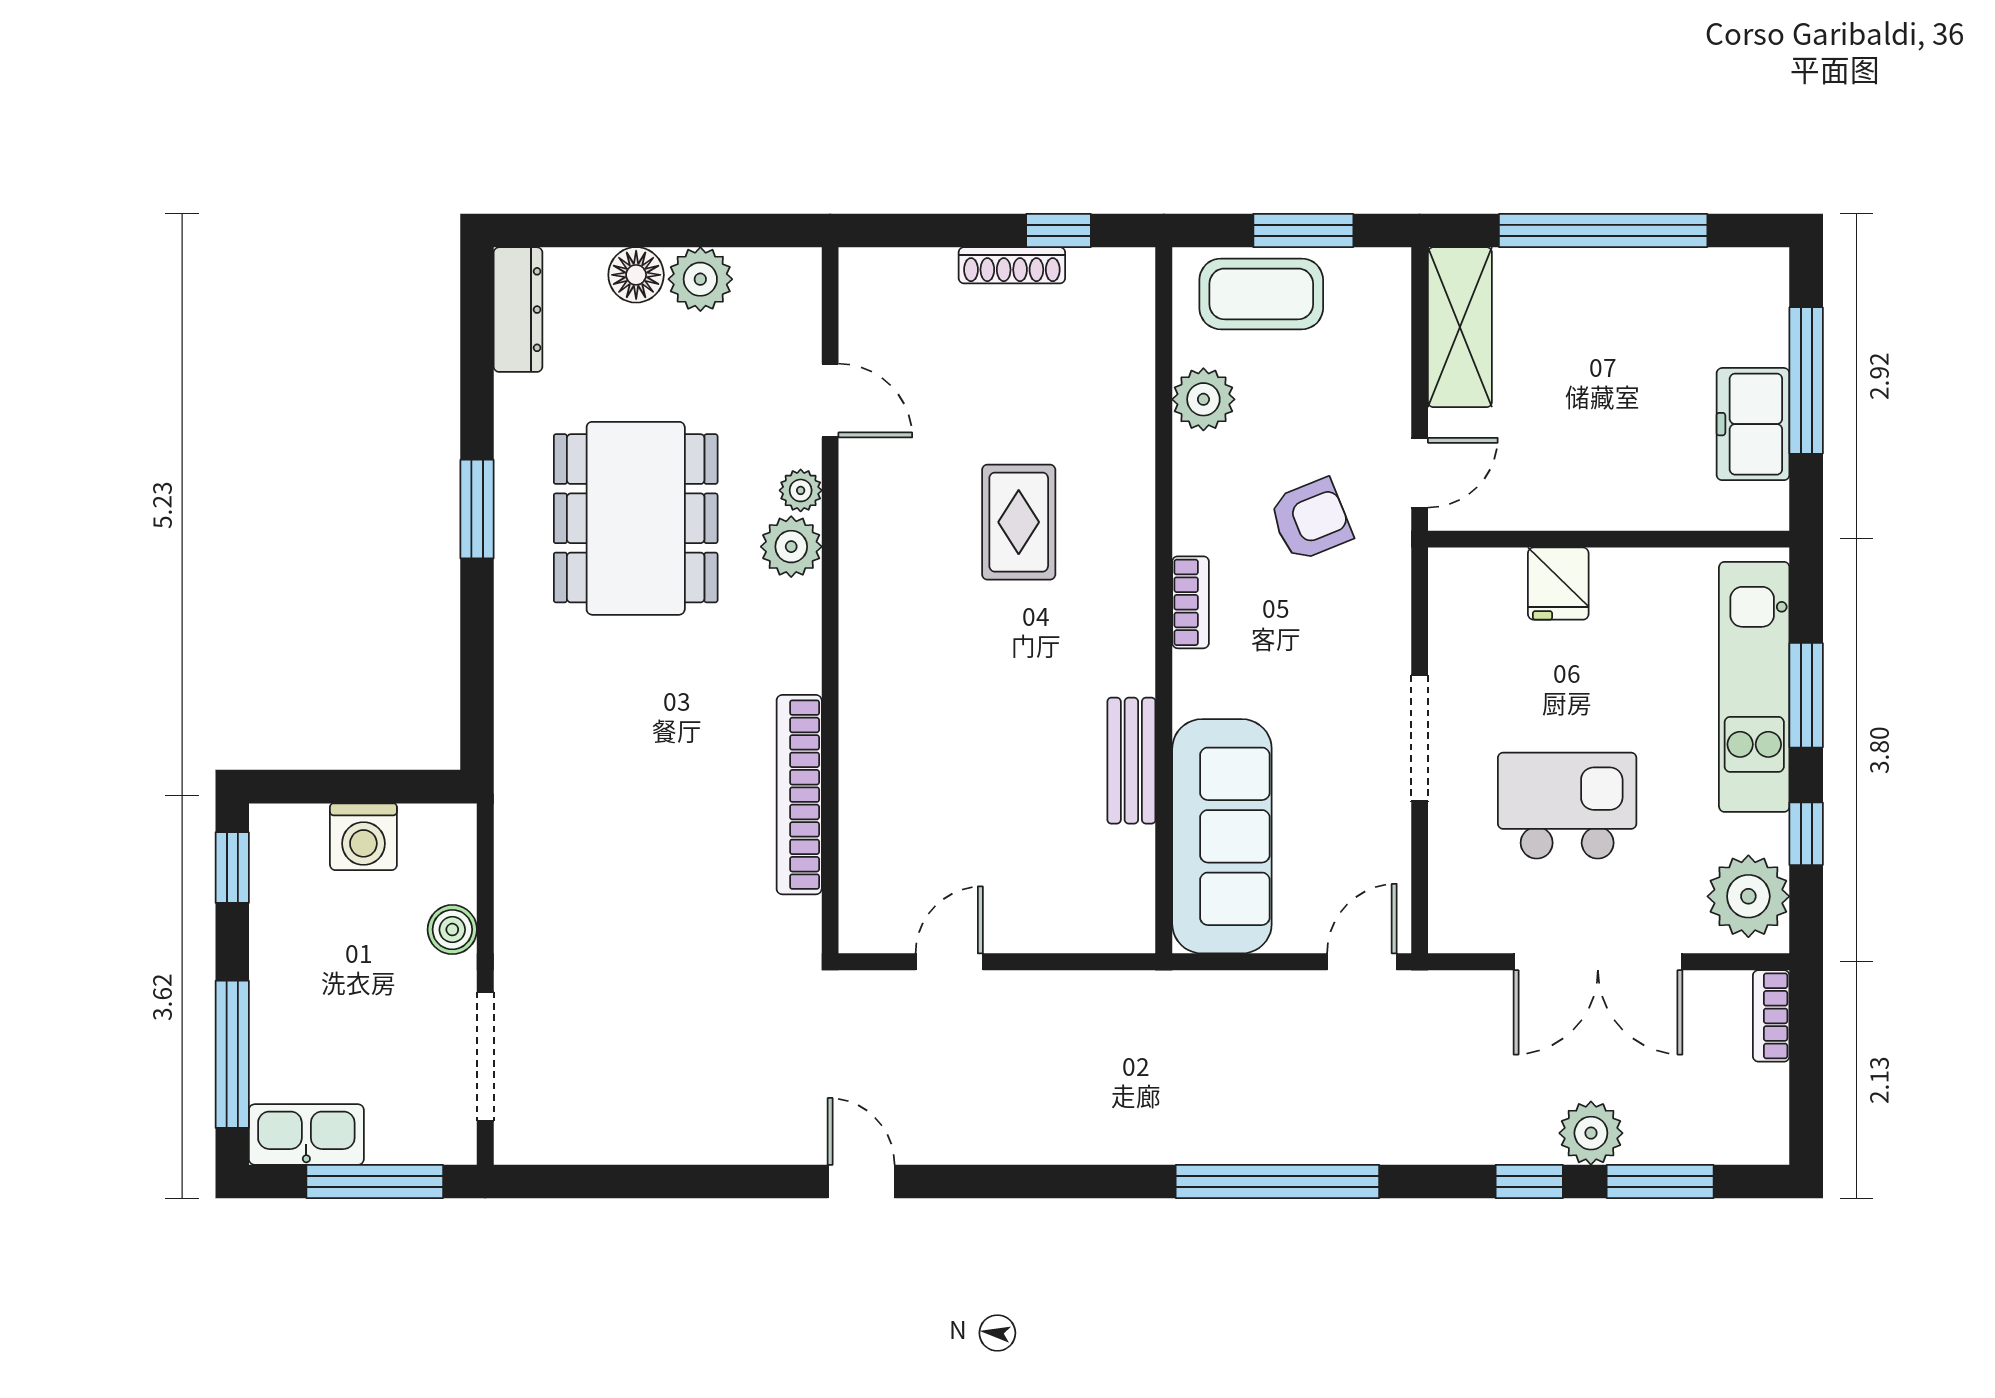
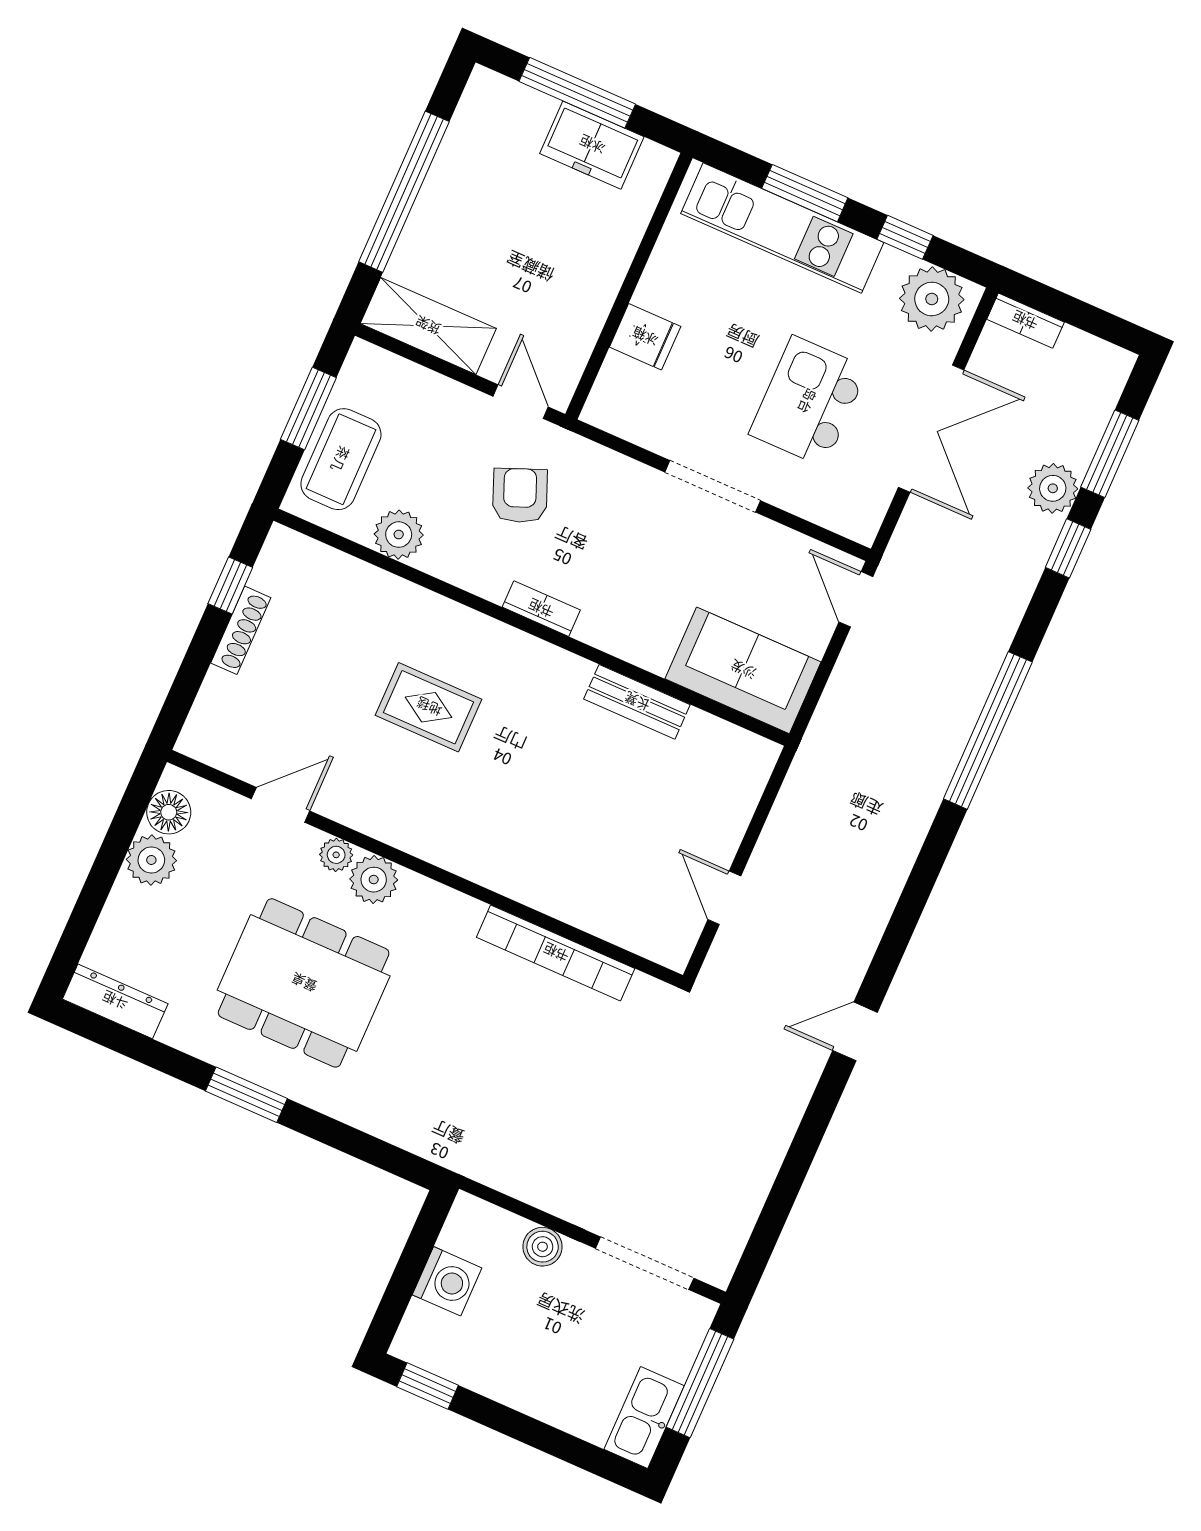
floor lamp: (636, 275) -> (169, 812), moved
sofa: (1222, 836) -> (743, 670), width x0.73
window: (232, 1054) -> (563, 1446), removed

